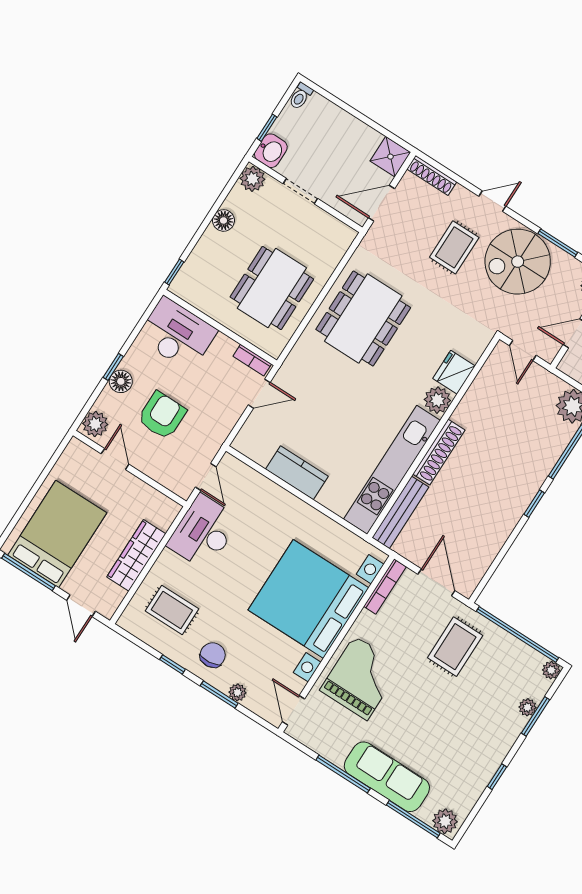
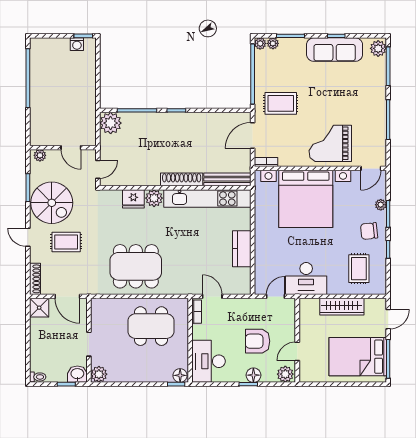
floor lamp: (224, 220) -> (180, 375), moved
bookcase: (385, 587) -> (266, 162), width x0.64
plant: (528, 707) -> (273, 43), moved
sofa: (387, 777) -> (335, 50), moved, turned -90

